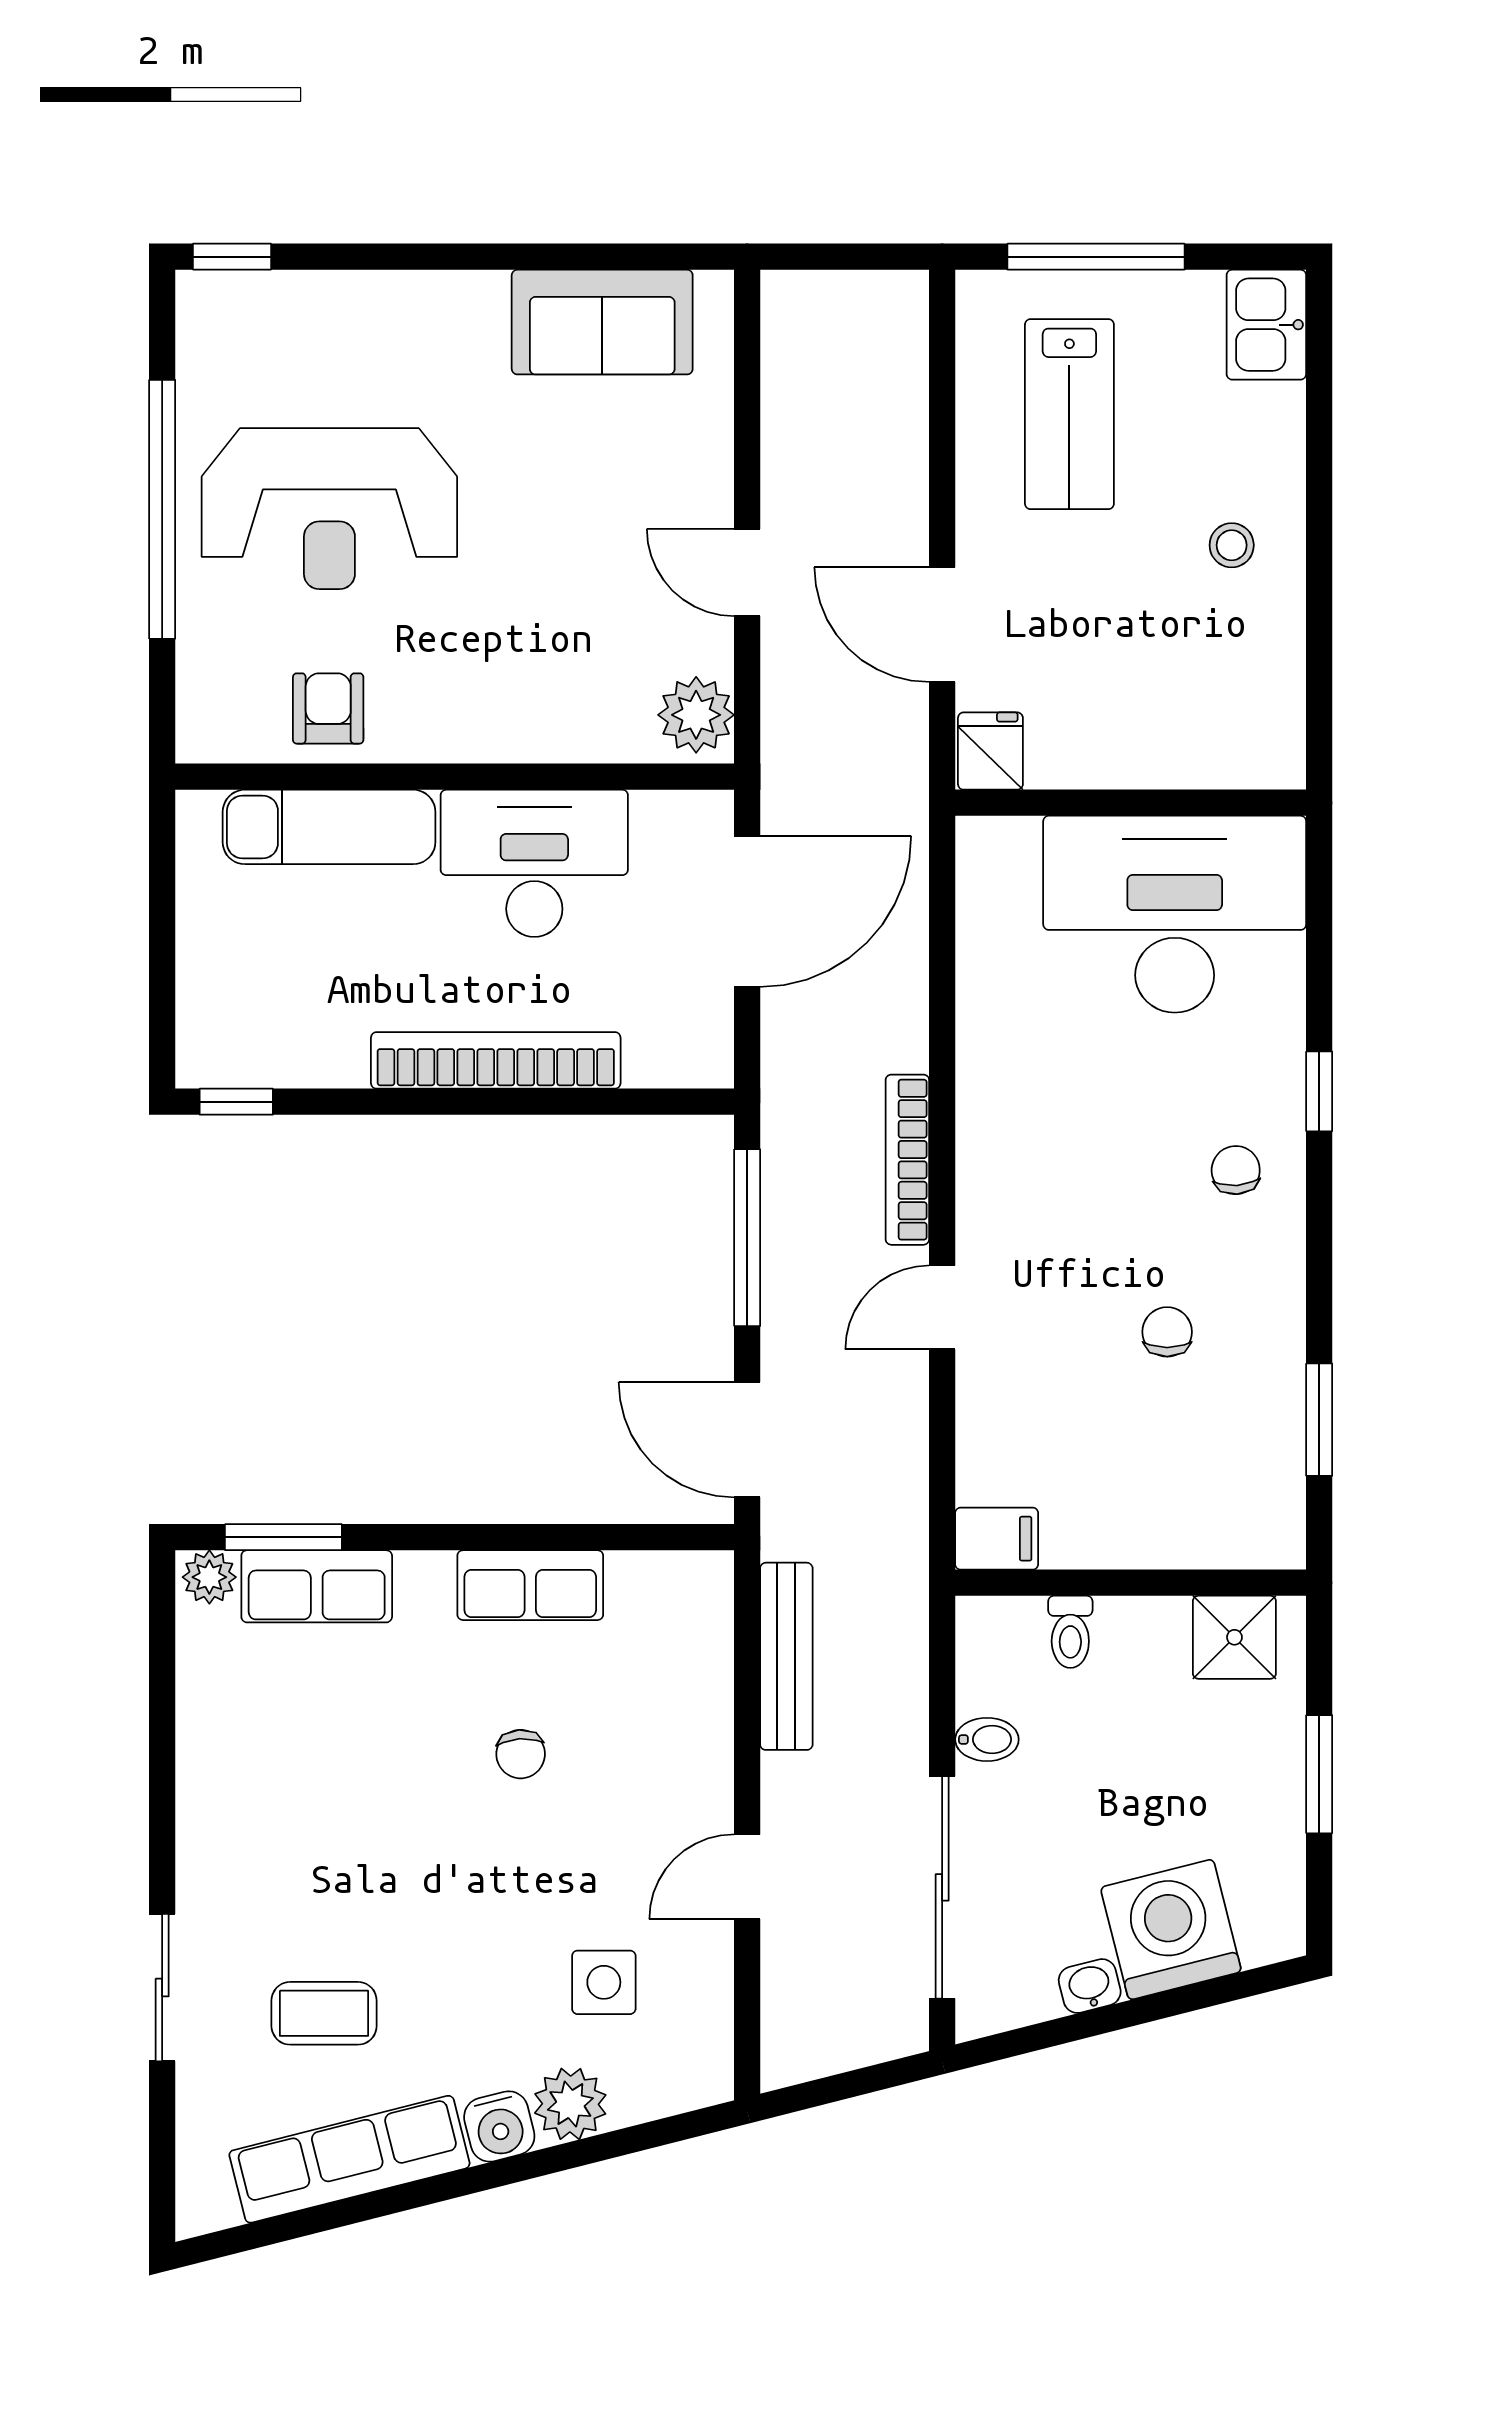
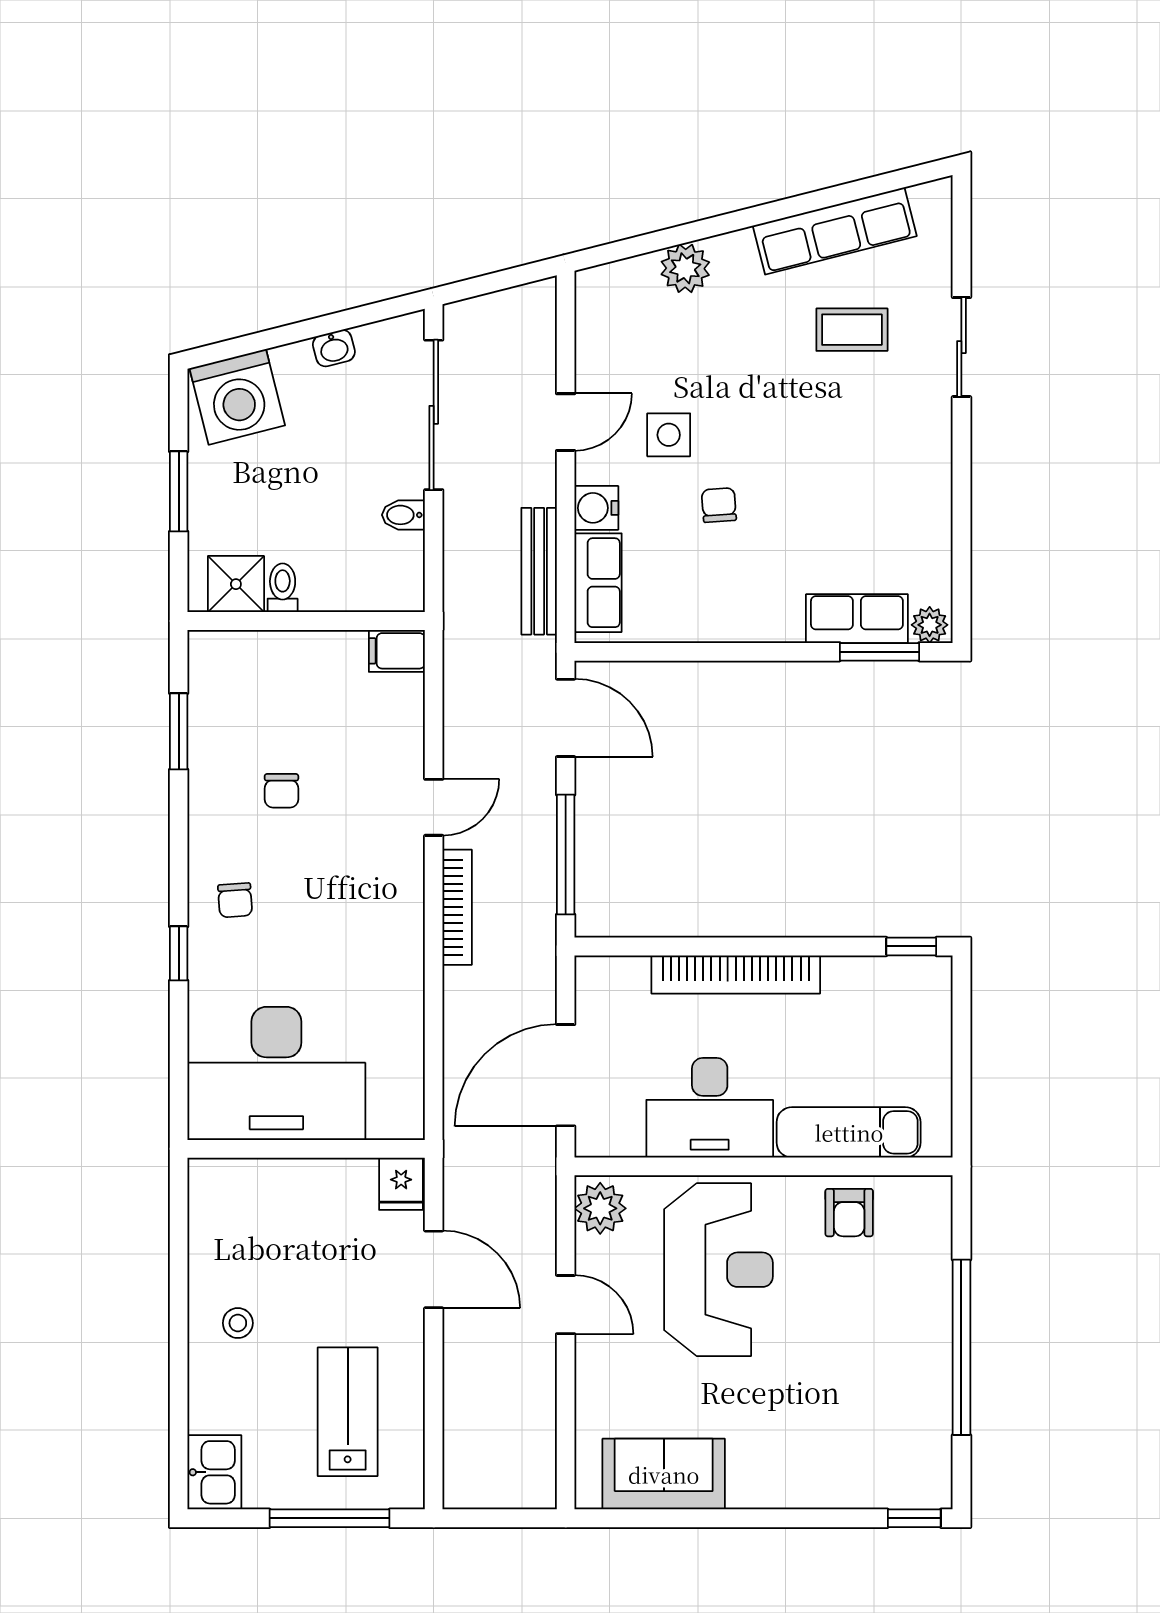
reception desk: (329, 509) -> (718, 1270), moved, turned 90
row of seats: (530, 1585) -> (598, 583), moved, turned 90
toilet: (1070, 1632) -> (283, 588), moved
washing machine: (1171, 1930) -> (237, 397), moved
side table: (604, 1982) -> (669, 435), moved
water cooler: (499, 2126) -> (596, 508), moved, turned -76

